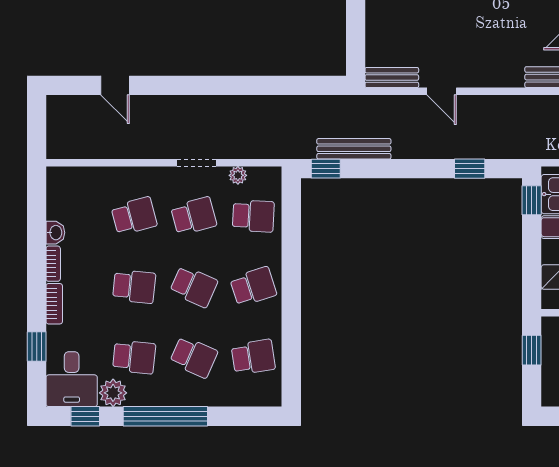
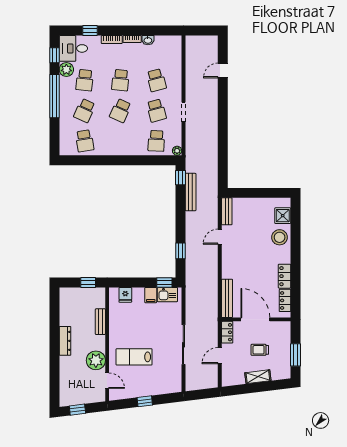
plant: (238, 175) -> (177, 151), moved
school desk: (253, 287) -> (120, 141), removed

